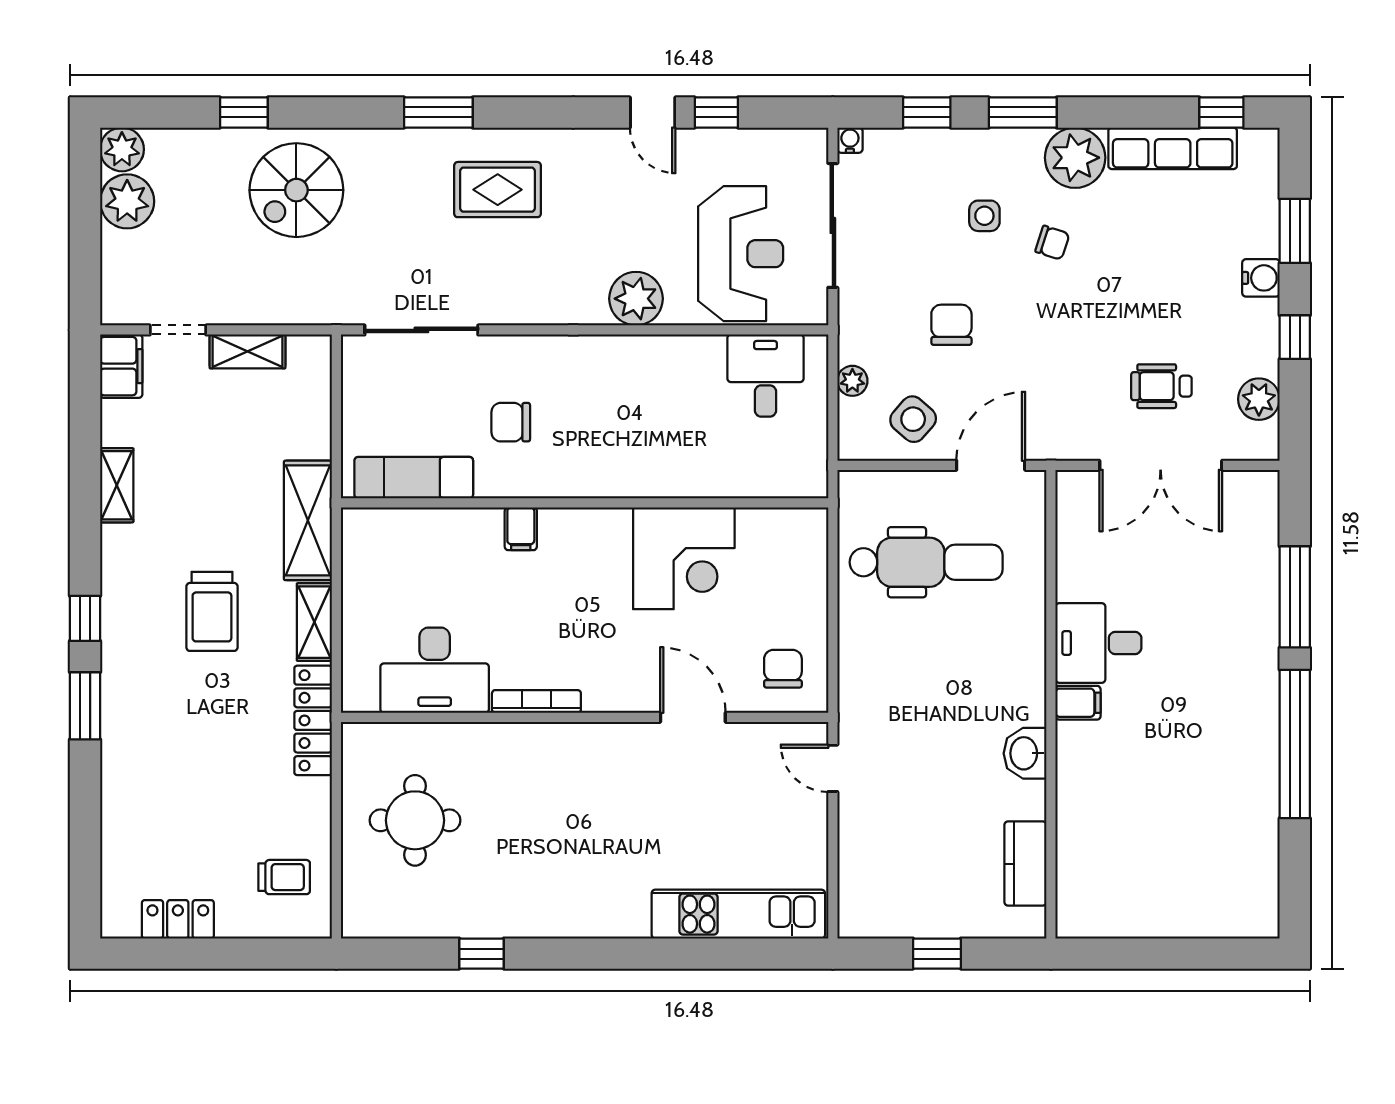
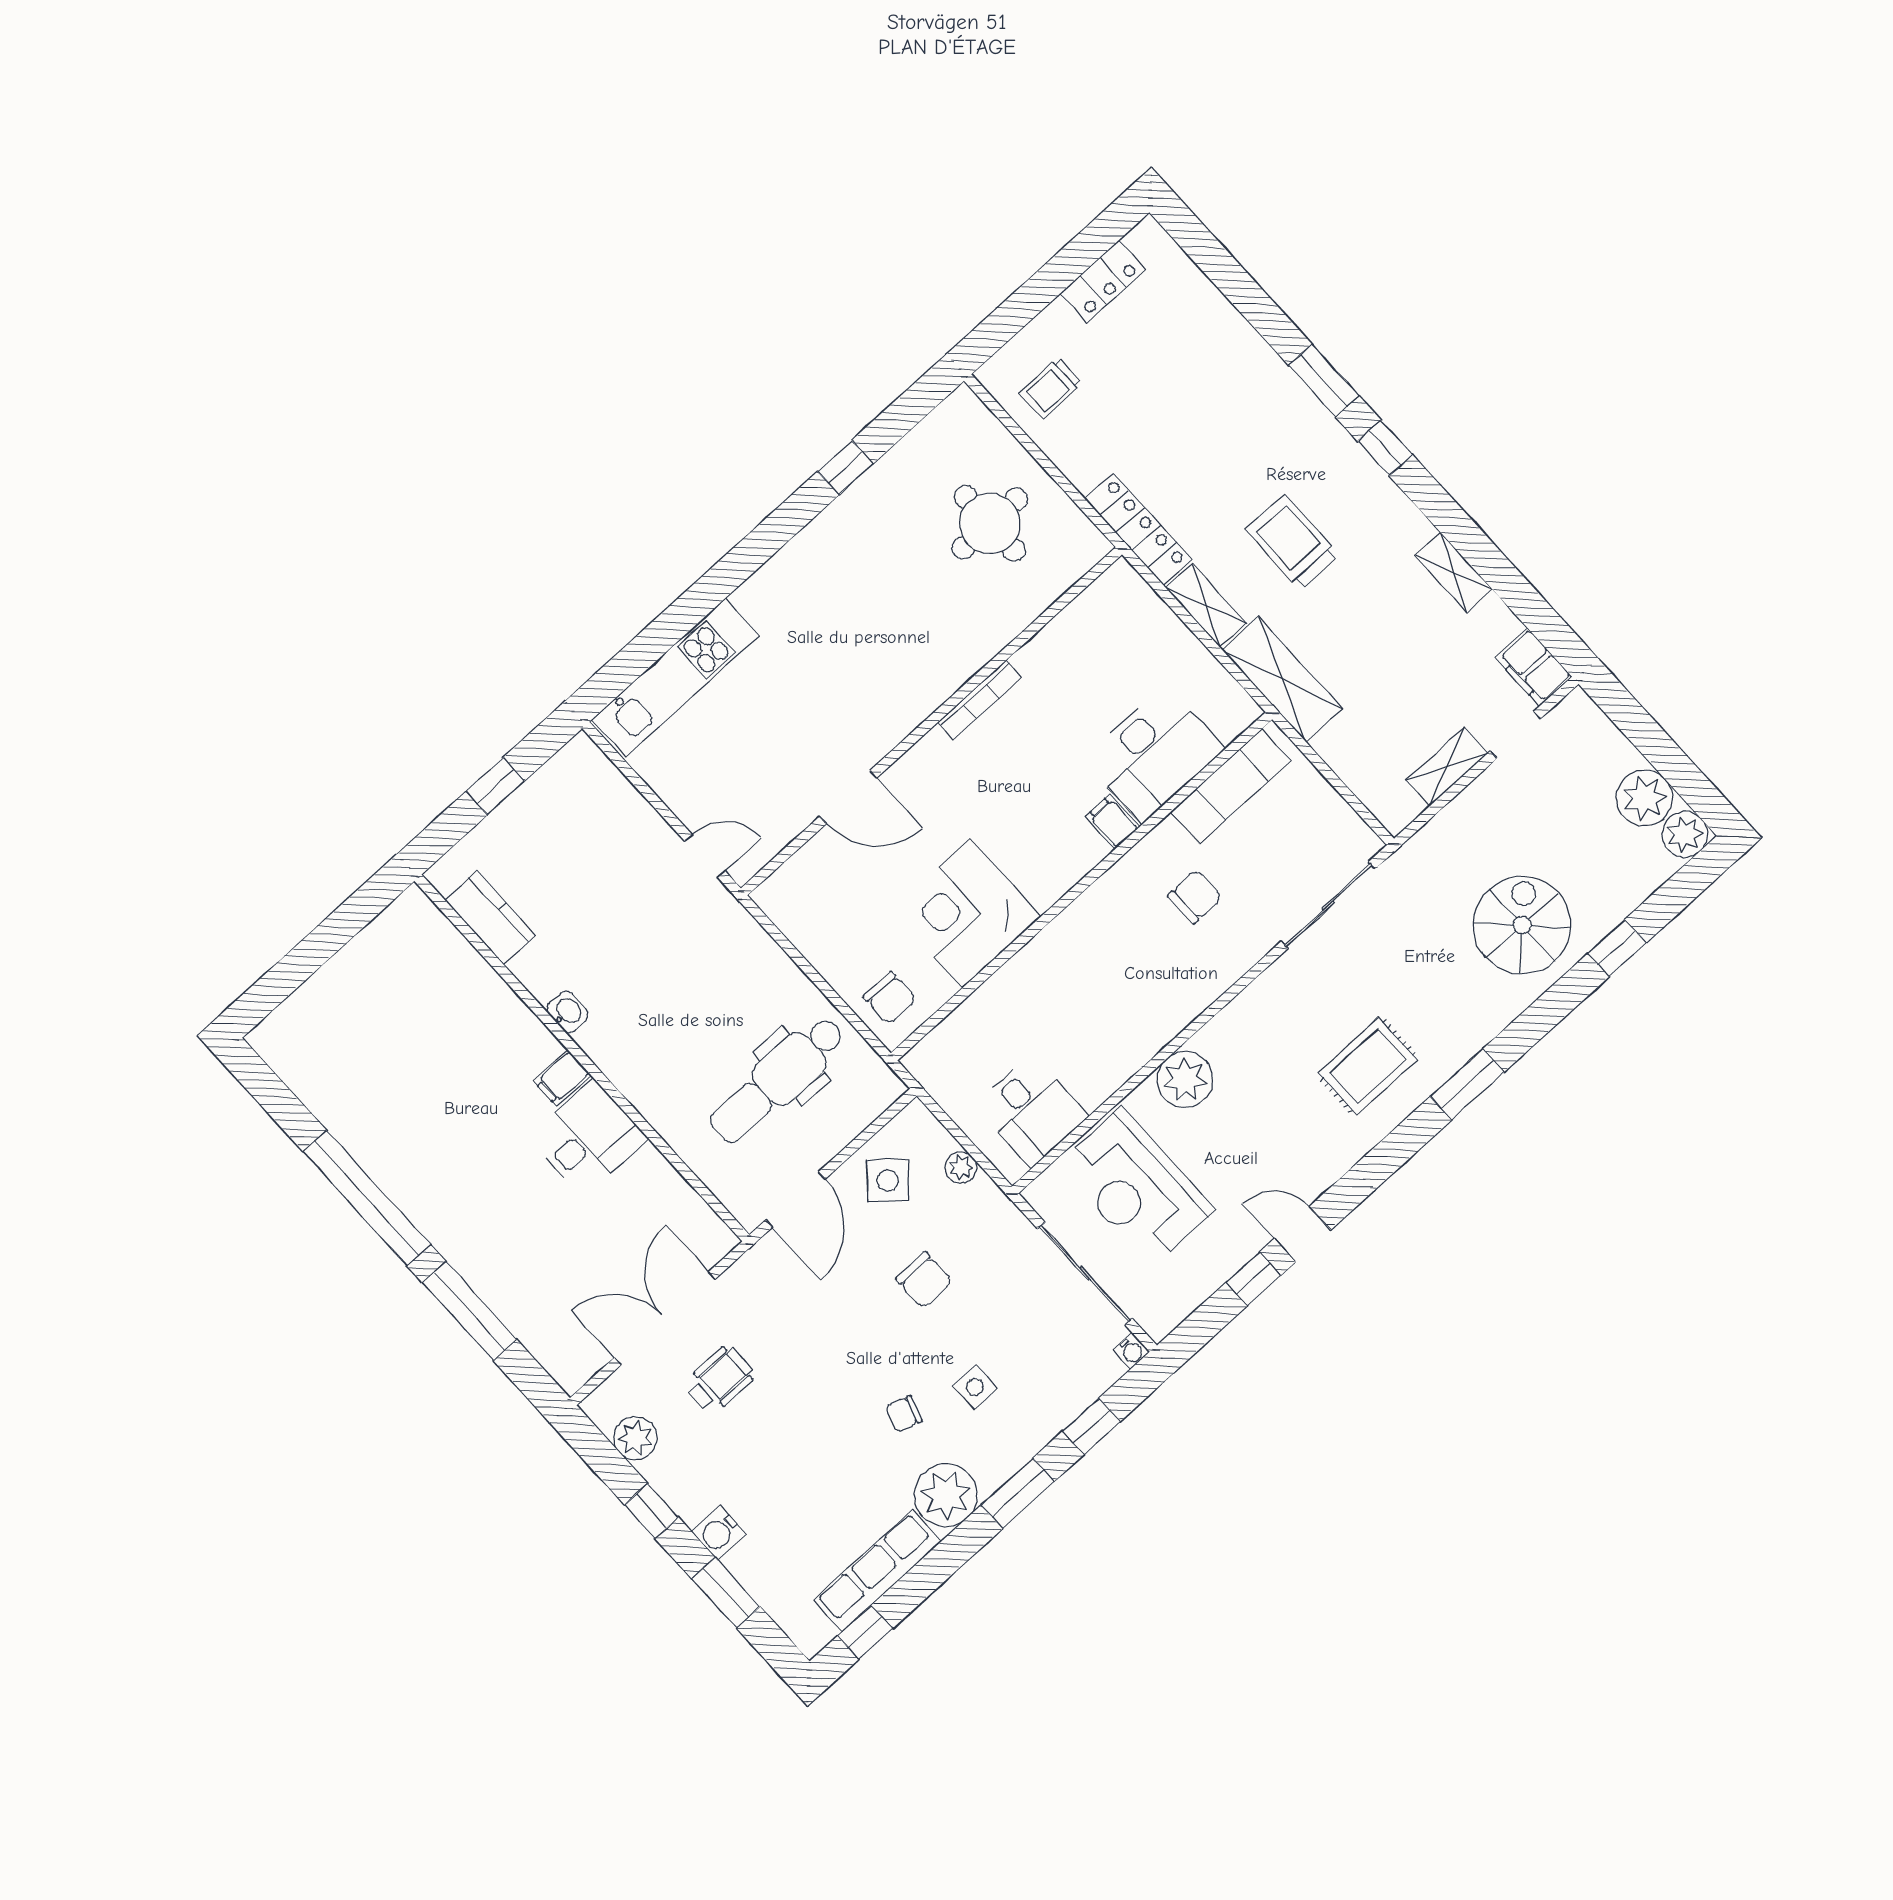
chair: (783, 669) -> (890, 998), moved
desk: (435, 670) -> (1154, 754), moved, turned 180
washbasin: (1025, 753) -> (567, 1012), width x0.72, depth x0.69

